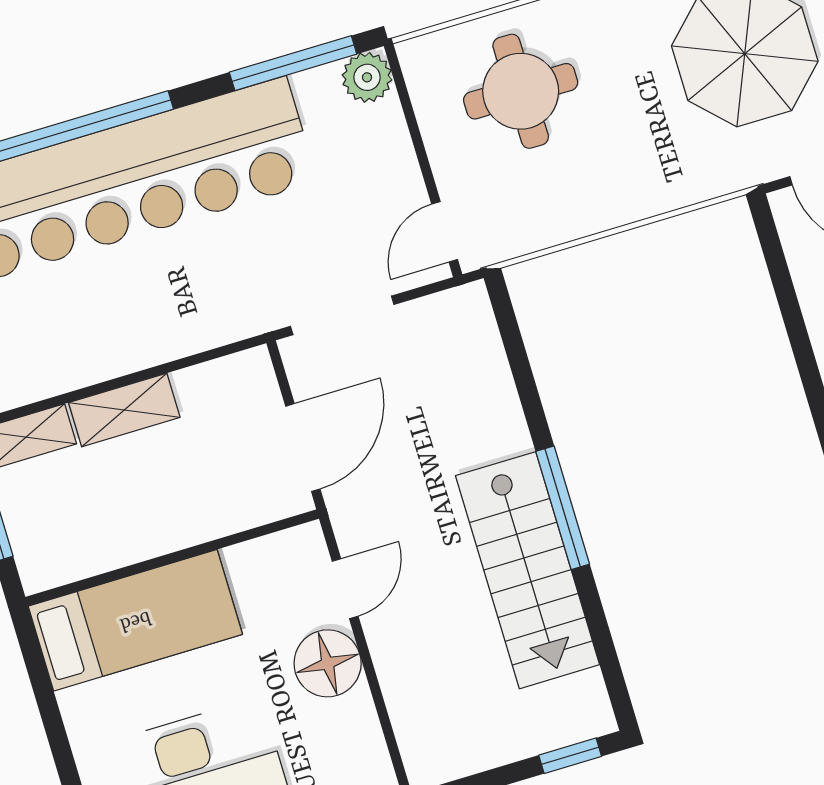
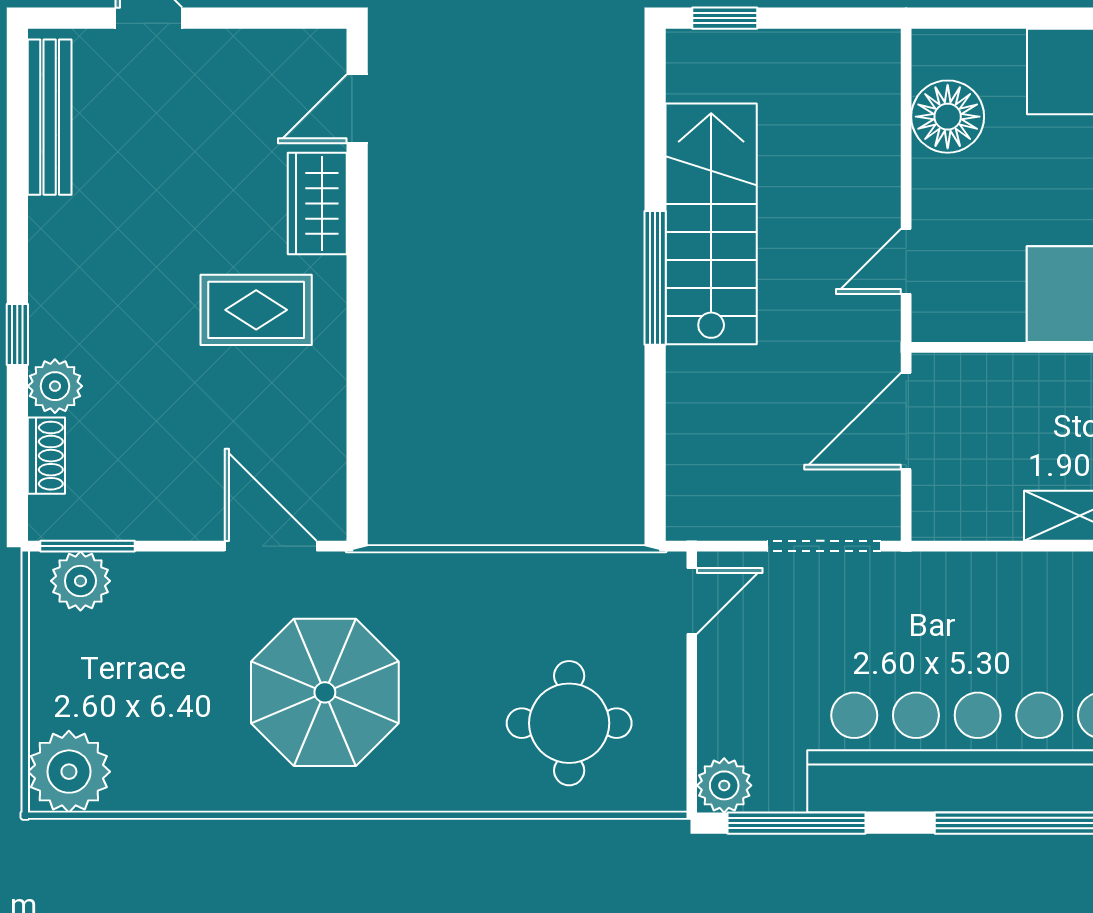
floor lamp: (328, 663) -> (948, 117), moved

